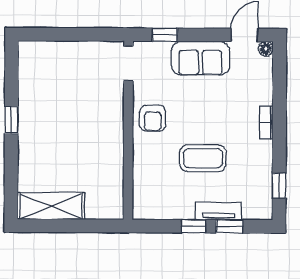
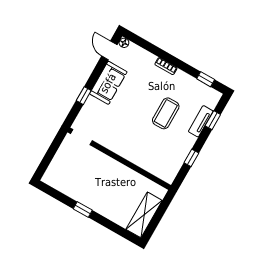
doorway: (129, 63) -> (81, 137), moved
armchair: (153, 118) -> (127, 129), removed
wall: (128, 130) -> (119, 159), moved
window: (193, 226) -> (191, 158), moved

